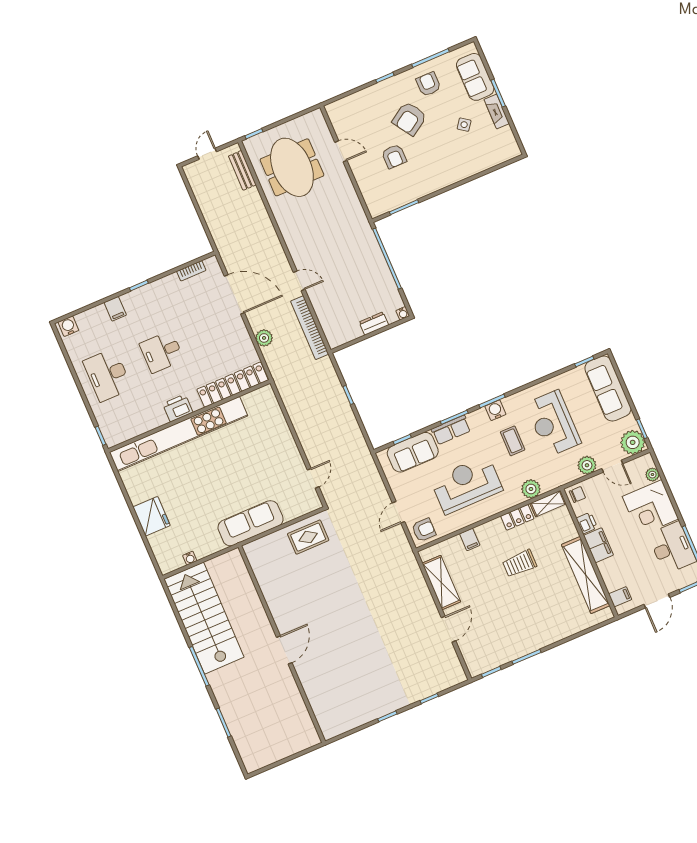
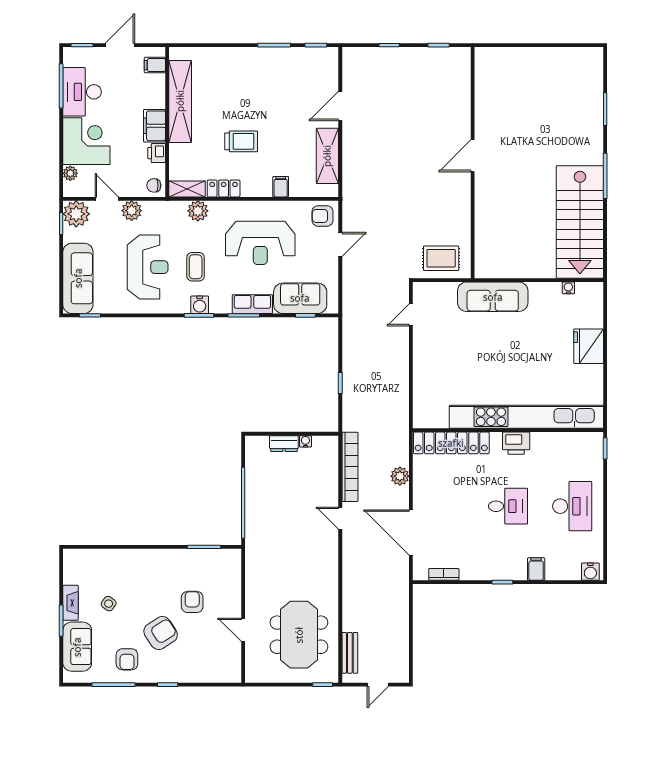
water cooler: (403, 313) -> (305, 441), moved
wall: (282, 644) -> (473, 163), moved
door: (284, 650) -> (473, 156), moved

